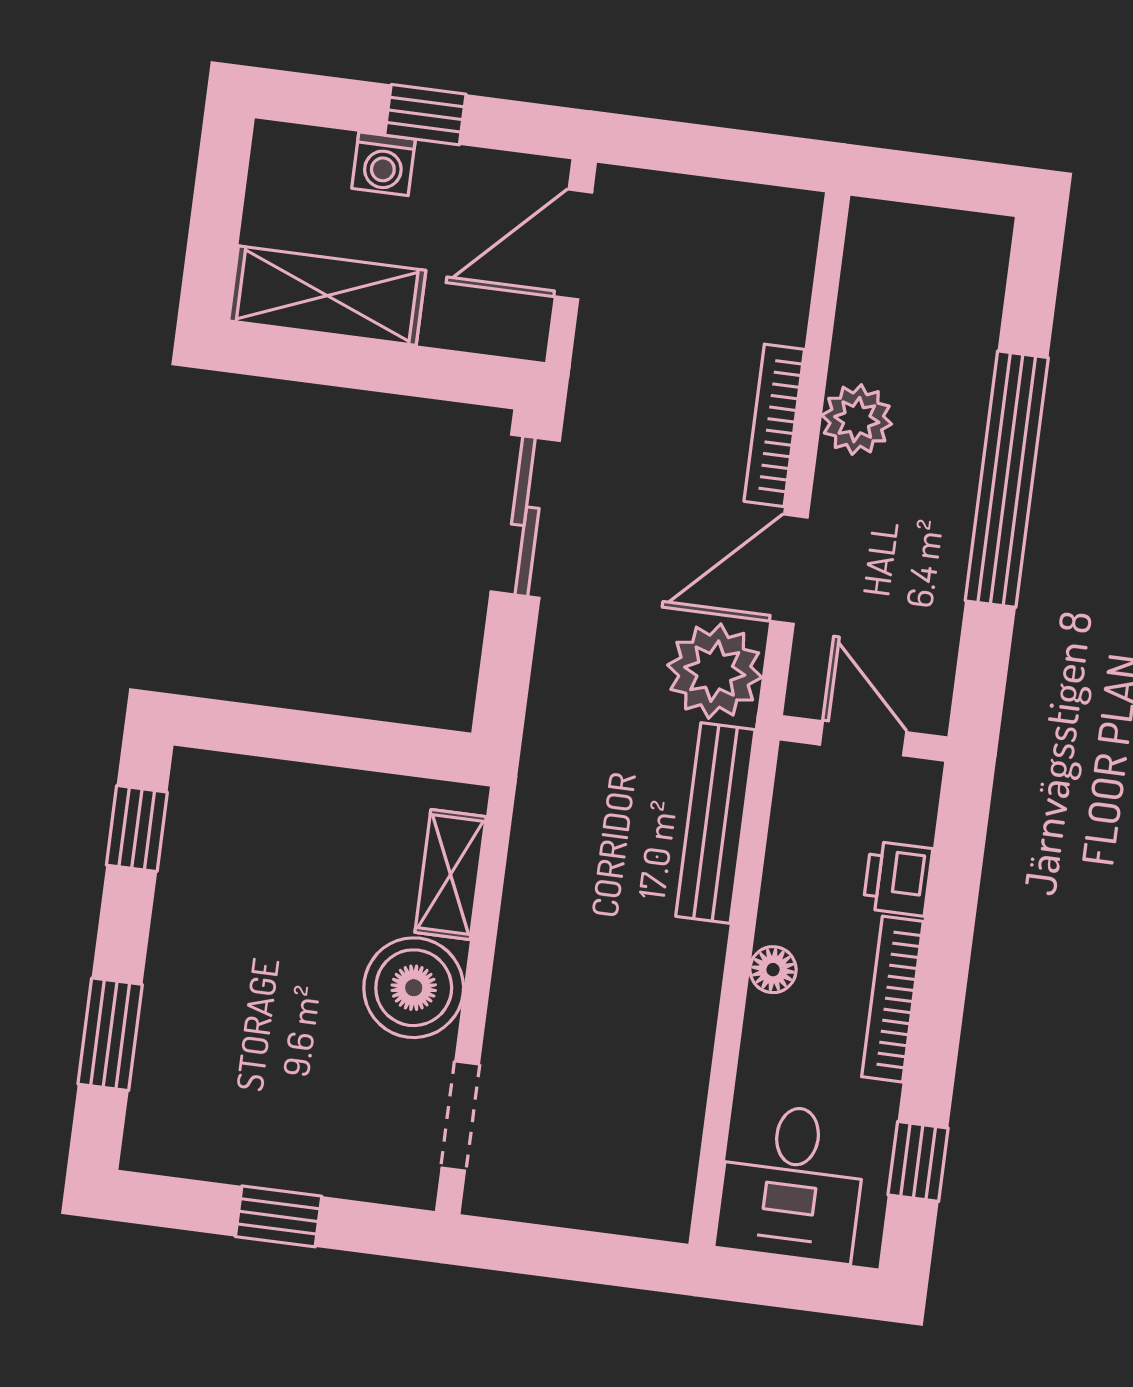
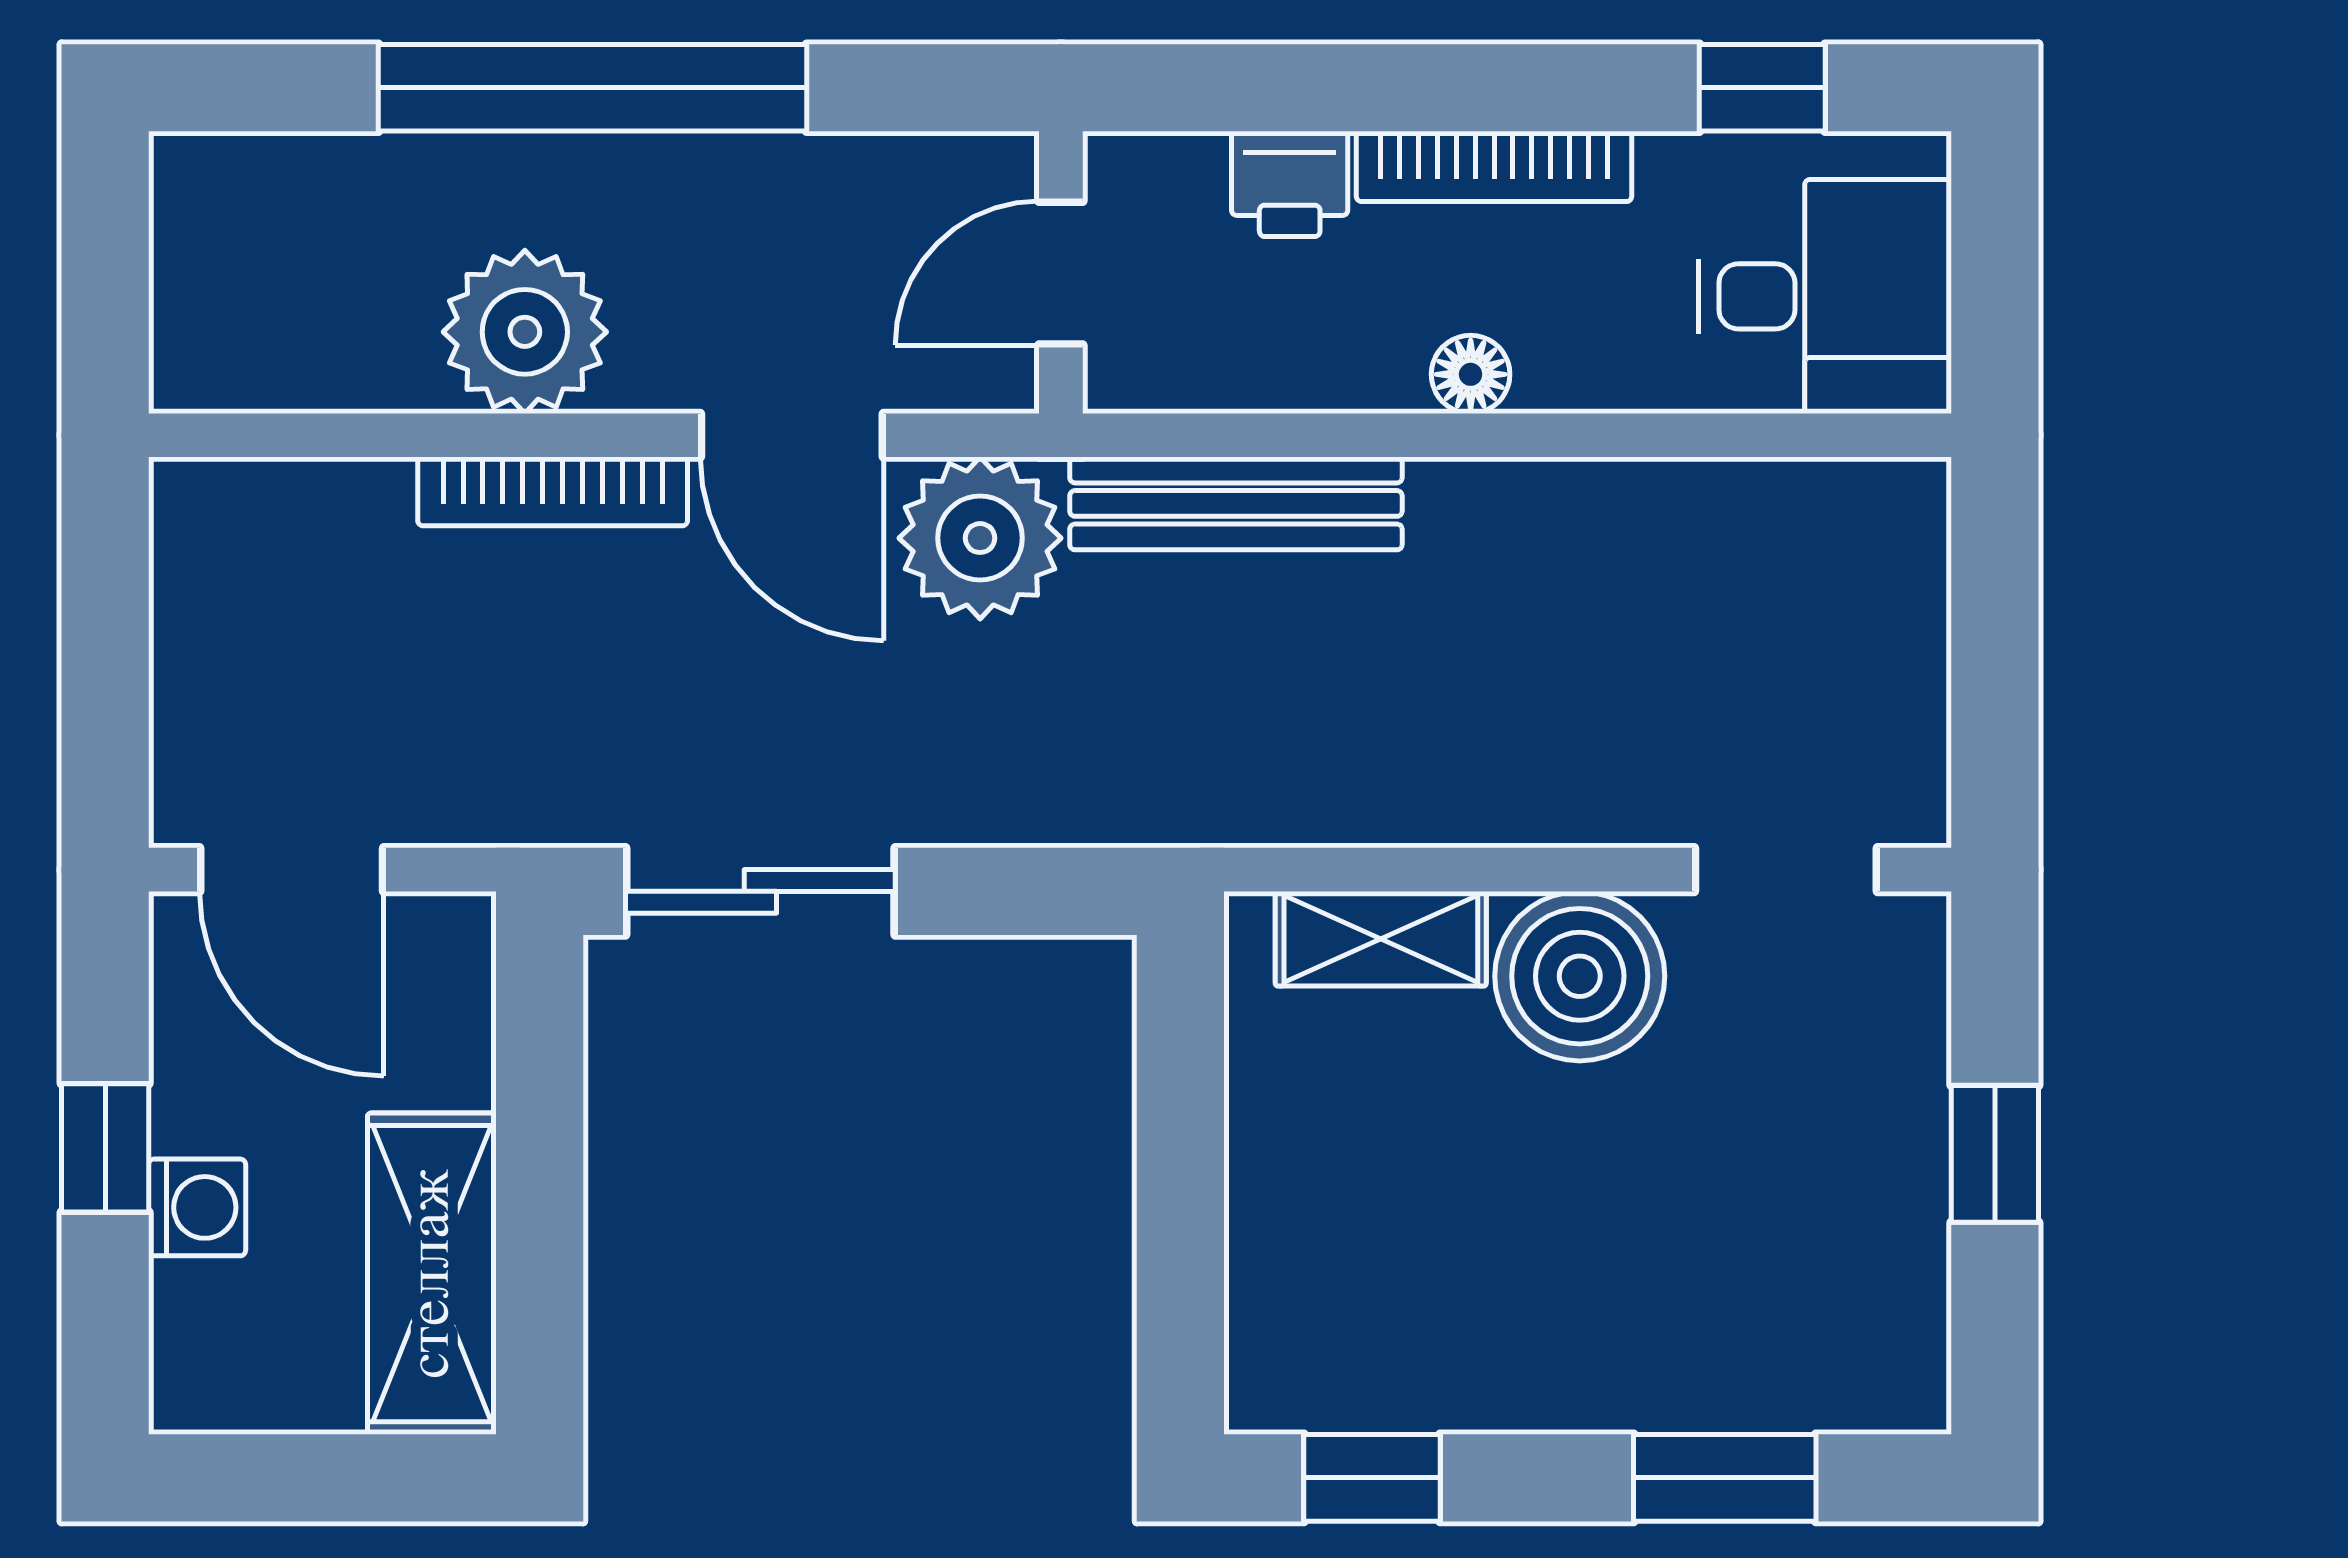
plant: (857, 420) -> (525, 332), width x1.36, depth x1.36

